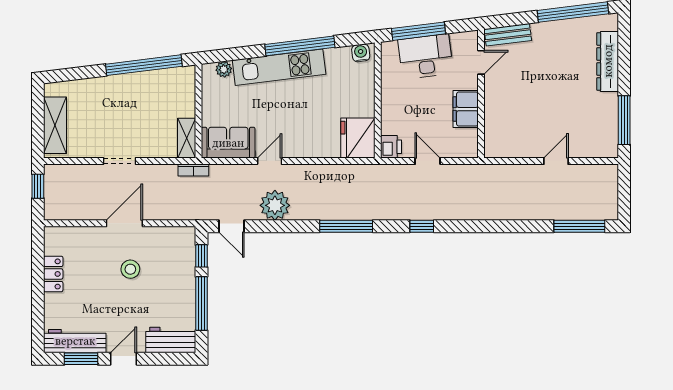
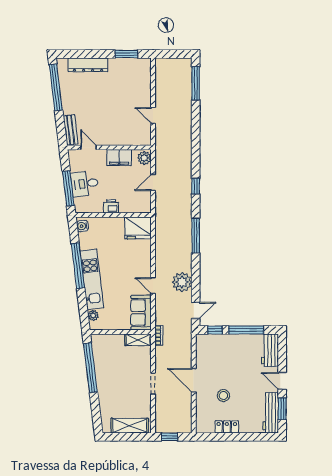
desk: (426, 56) -> (85, 184), width x0.73
window: (624, 120) -> (126, 54), width x0.69
printer: (391, 147) -> (111, 206), moved
plant: (465, 148) -> (144, 158), added
door: (556, 161) -> (153, 116), moved
stool: (130, 269) -> (223, 395), moved

